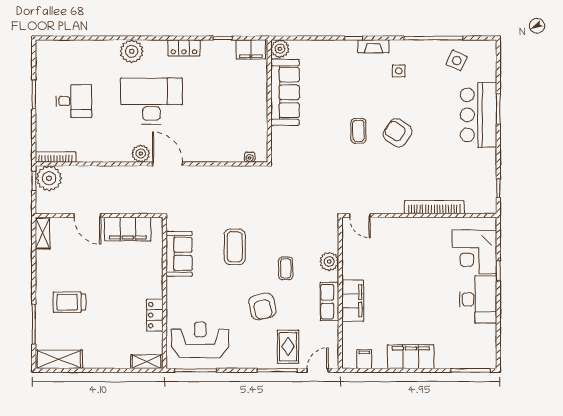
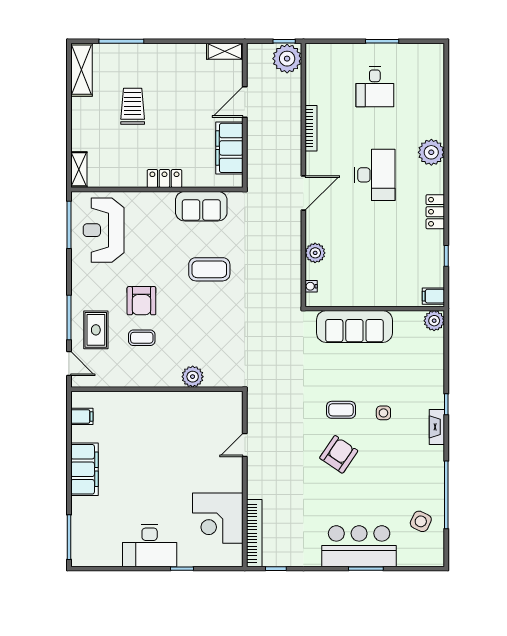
filing cabinet: (251, 49) -> (433, 296), width x0.50
side table: (399, 71) -> (383, 413), moved
sofa: (285, 92) -> (354, 326), moved
desk: (151, 101) -> (375, 175), width x0.73, depth x0.77
plant: (141, 154) -> (315, 253), moved
bookcase: (56, 157) -> (311, 128), moved
bookcase: (434, 207) -> (254, 533), moved
door: (360, 216) -> (245, 445), moved
corner desk: (474, 252) -> (218, 518), moved, turned -90
coffee table: (286, 268) -> (142, 338), moved
filing cabinet: (353, 301) -> (148, 403), removed
trolley: (69, 302) -> (133, 106), moved
row of seats: (329, 302) -> (147, 377), removed
armchair: (262, 307) -> (141, 301), turned -78
locker: (155, 315) -> (164, 179), moved
reception desk: (200, 340) -> (104, 230), turned 180
rug: (288, 347) -> (96, 330), turned 90

